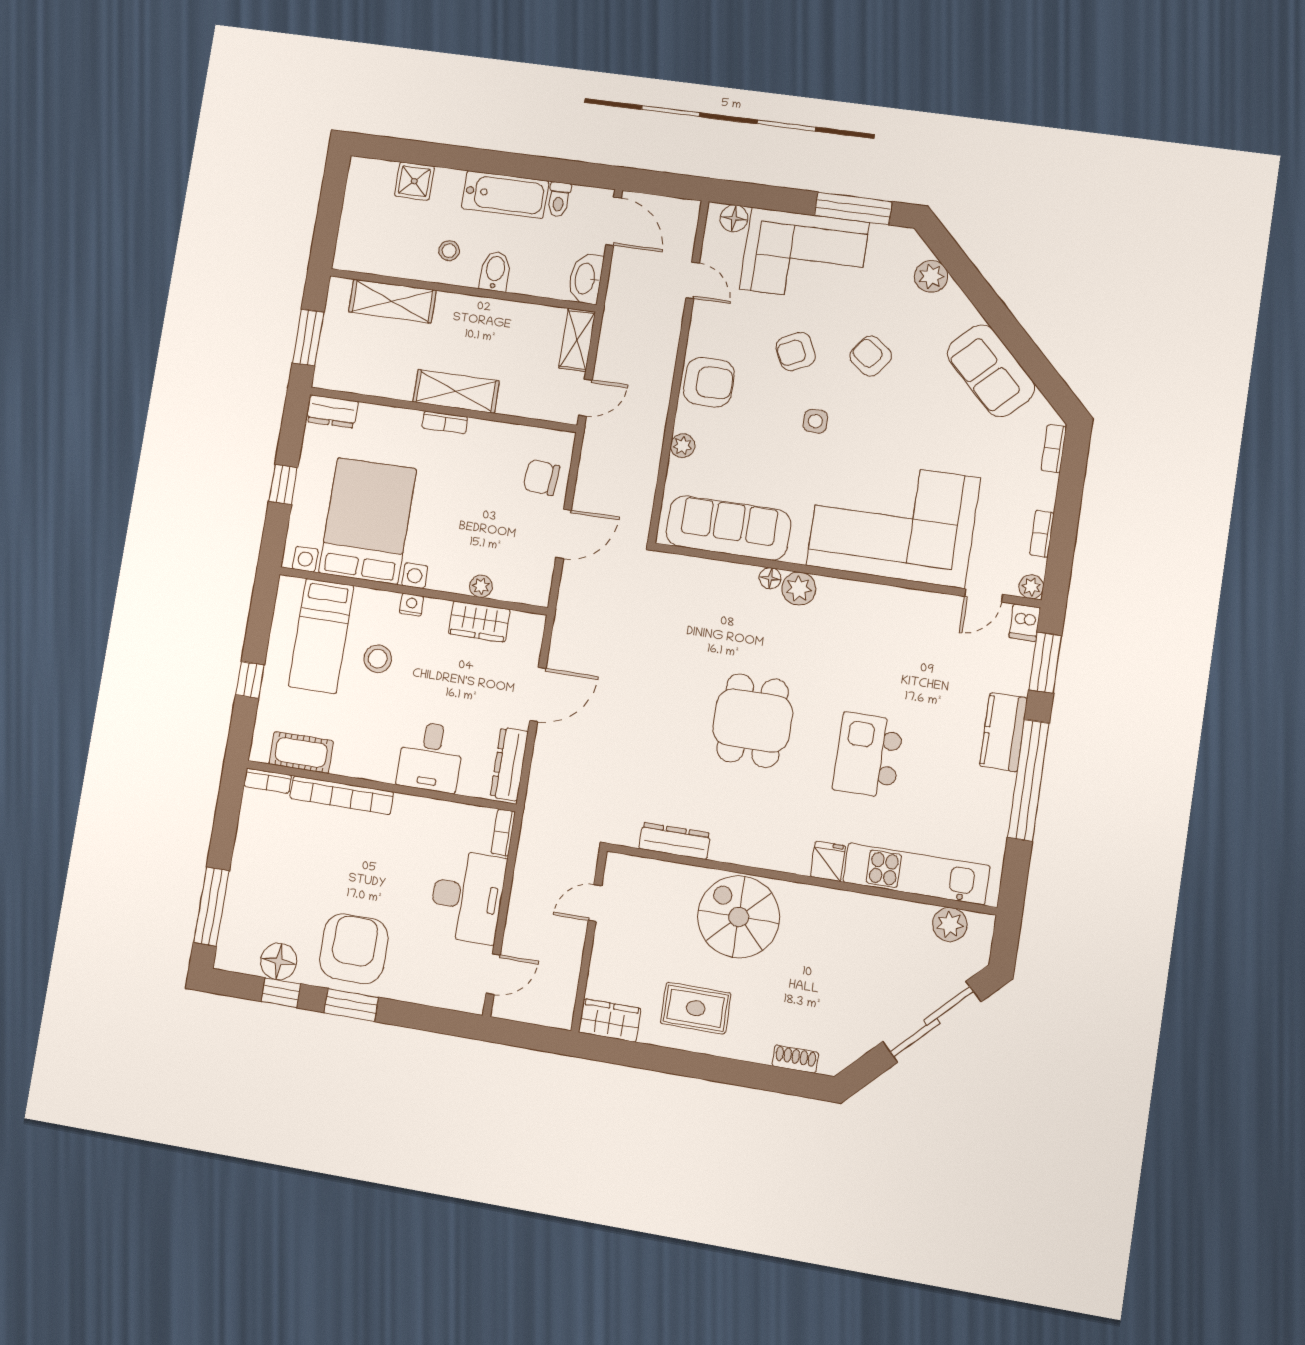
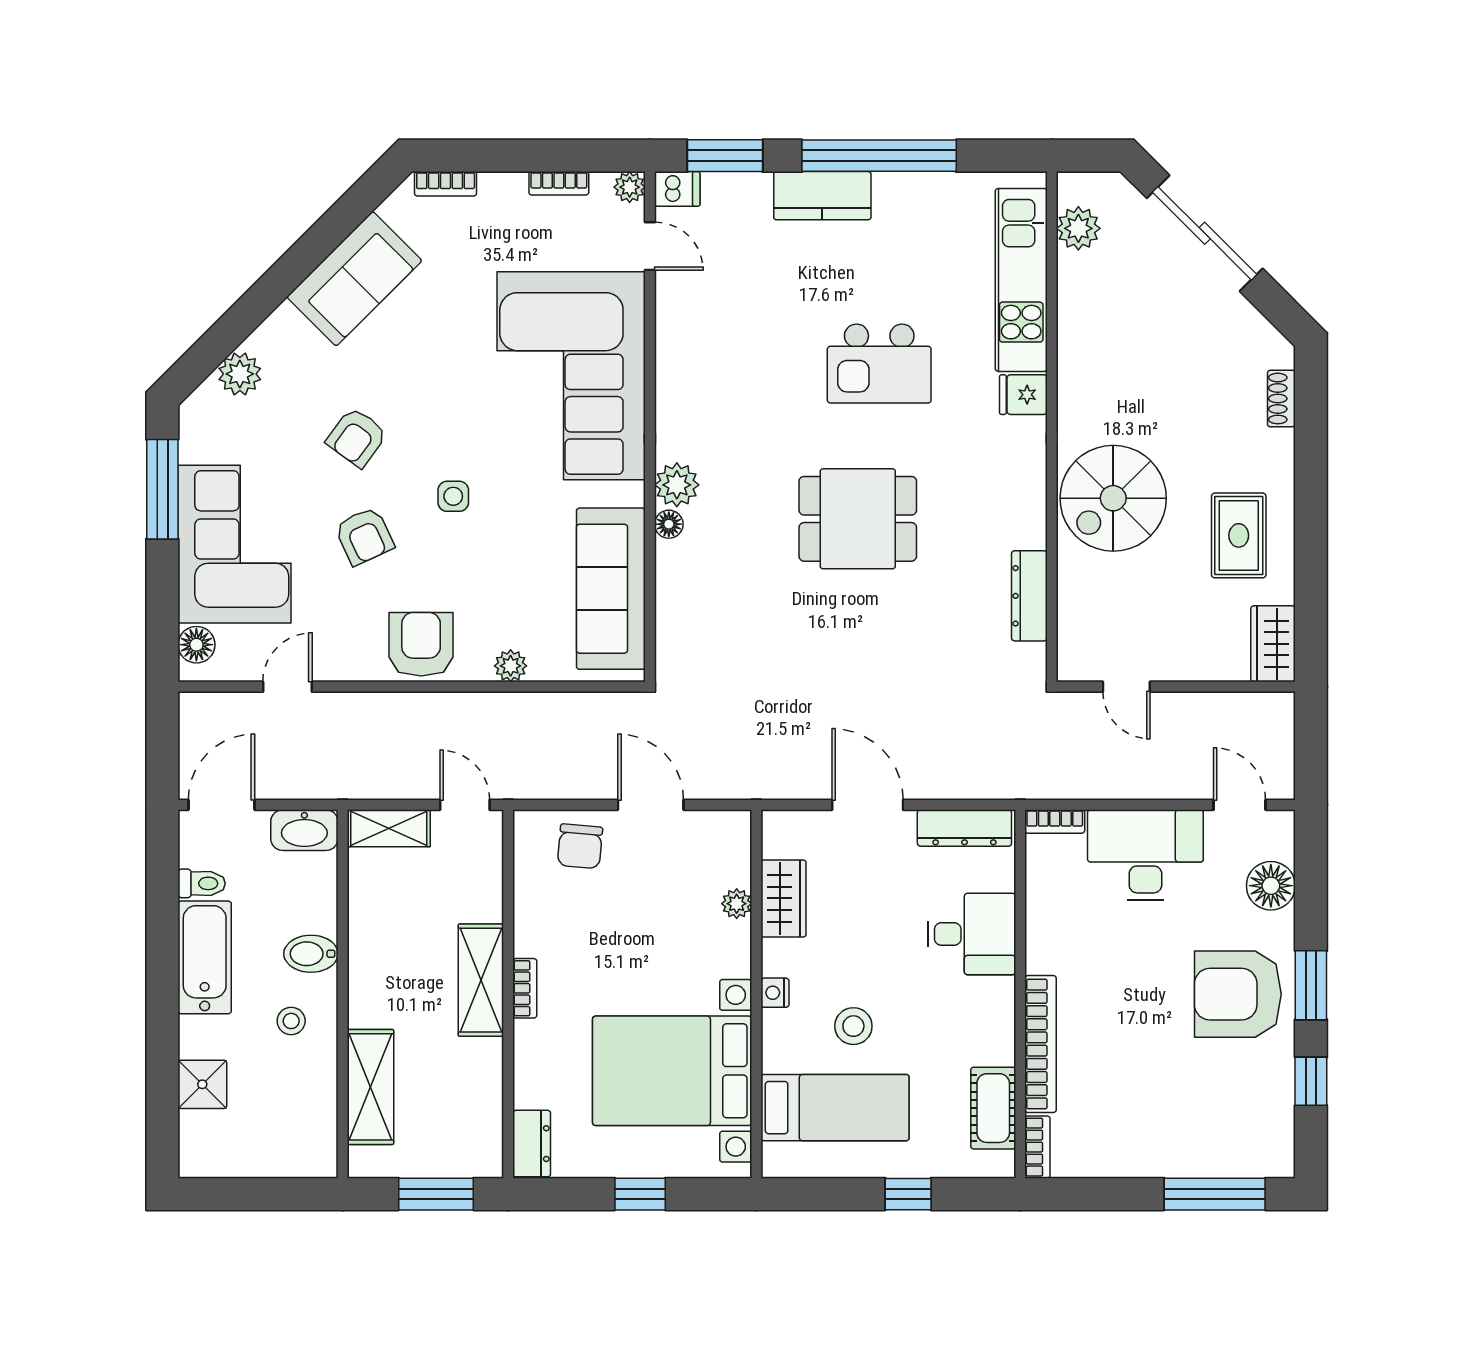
floor lamp: (279, 961) -> (1271, 886), moved

